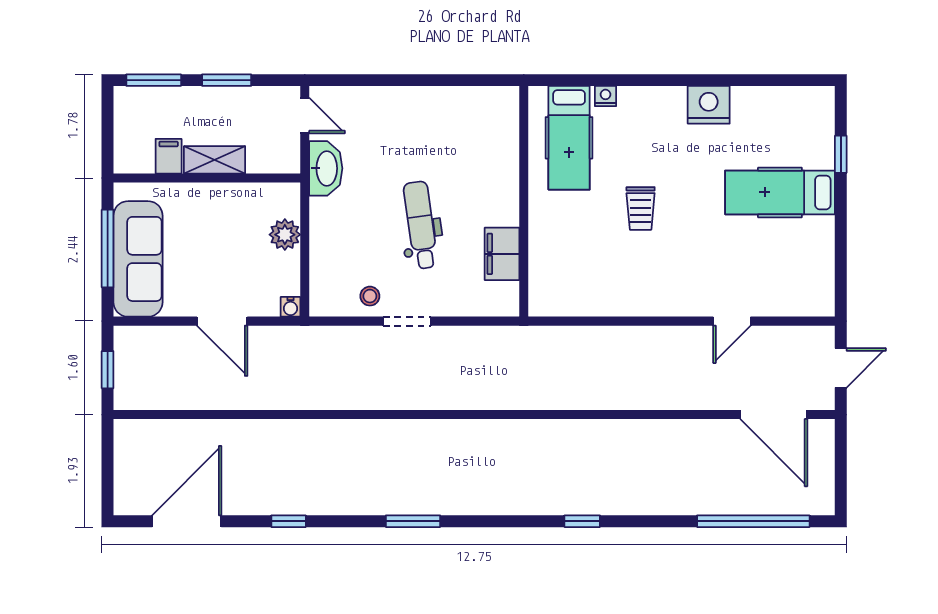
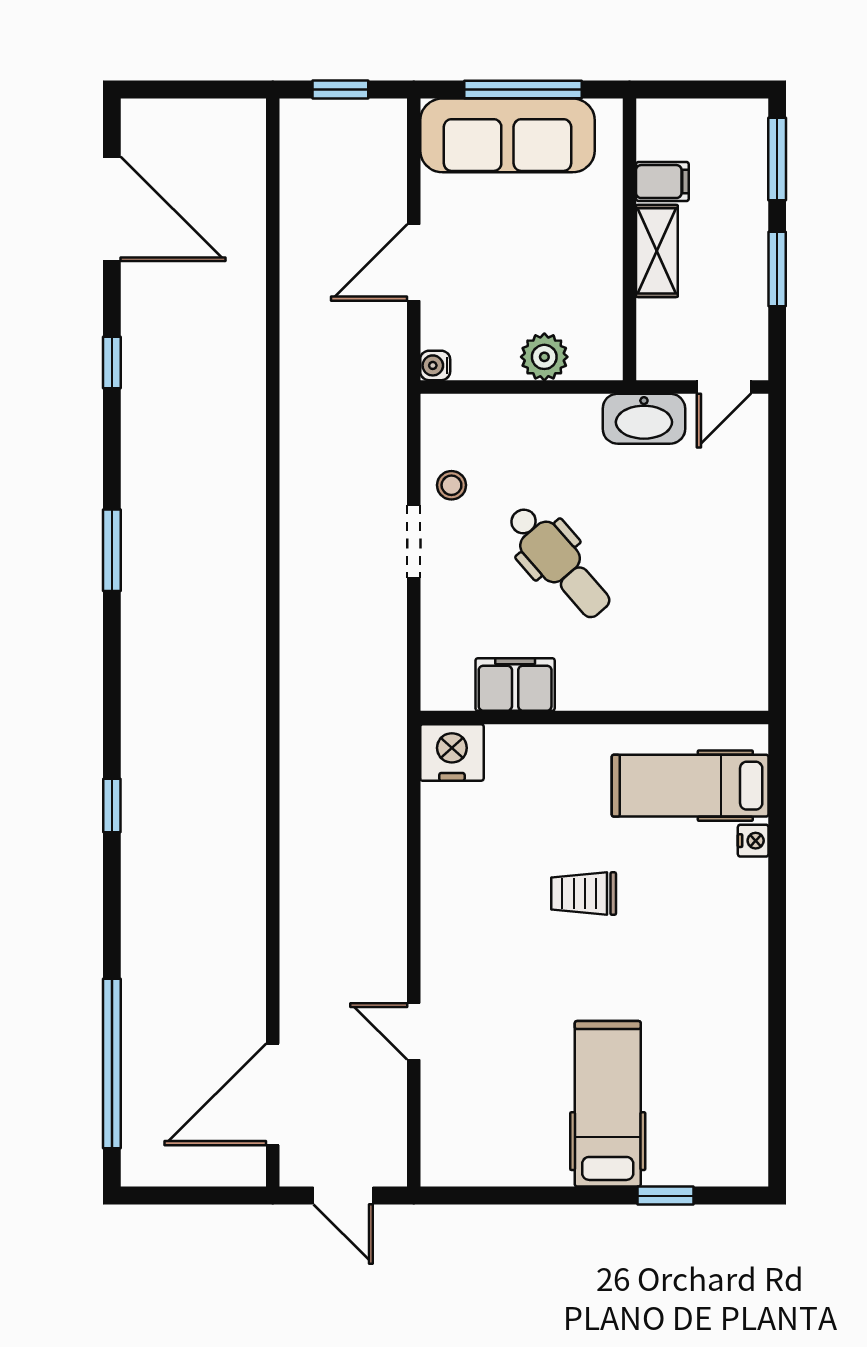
nightstand: (709, 105) -> (452, 752), moved, turned -90
dental chair: (421, 225) -> (559, 562), turned 57

